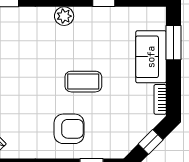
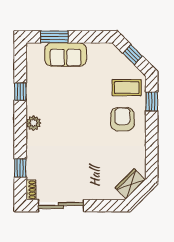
coffee table: (83, 82) -> (127, 88), moved, turned 90
bookcase: (160, 99) -> (99, 47), removed

